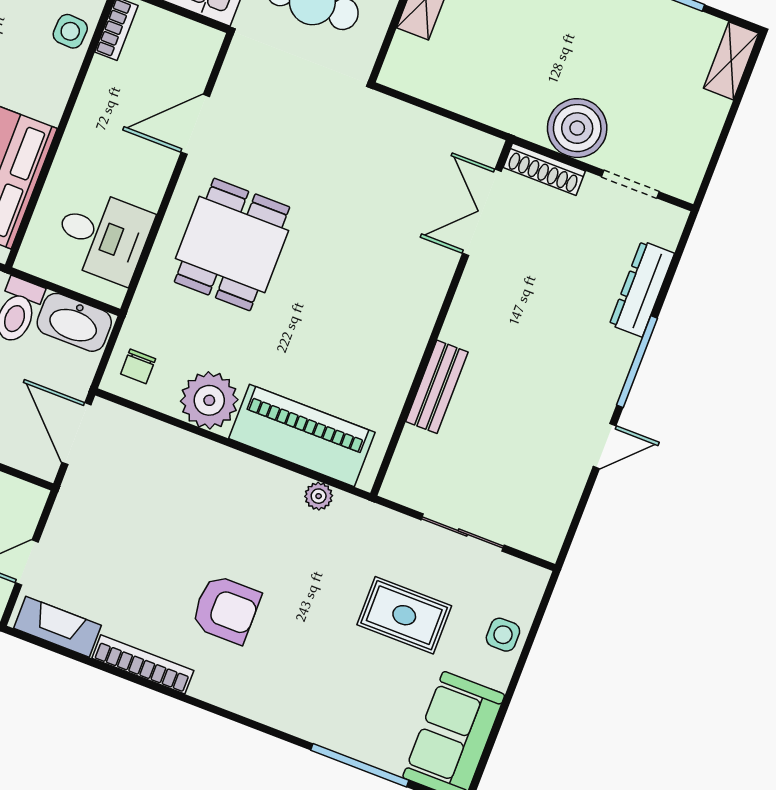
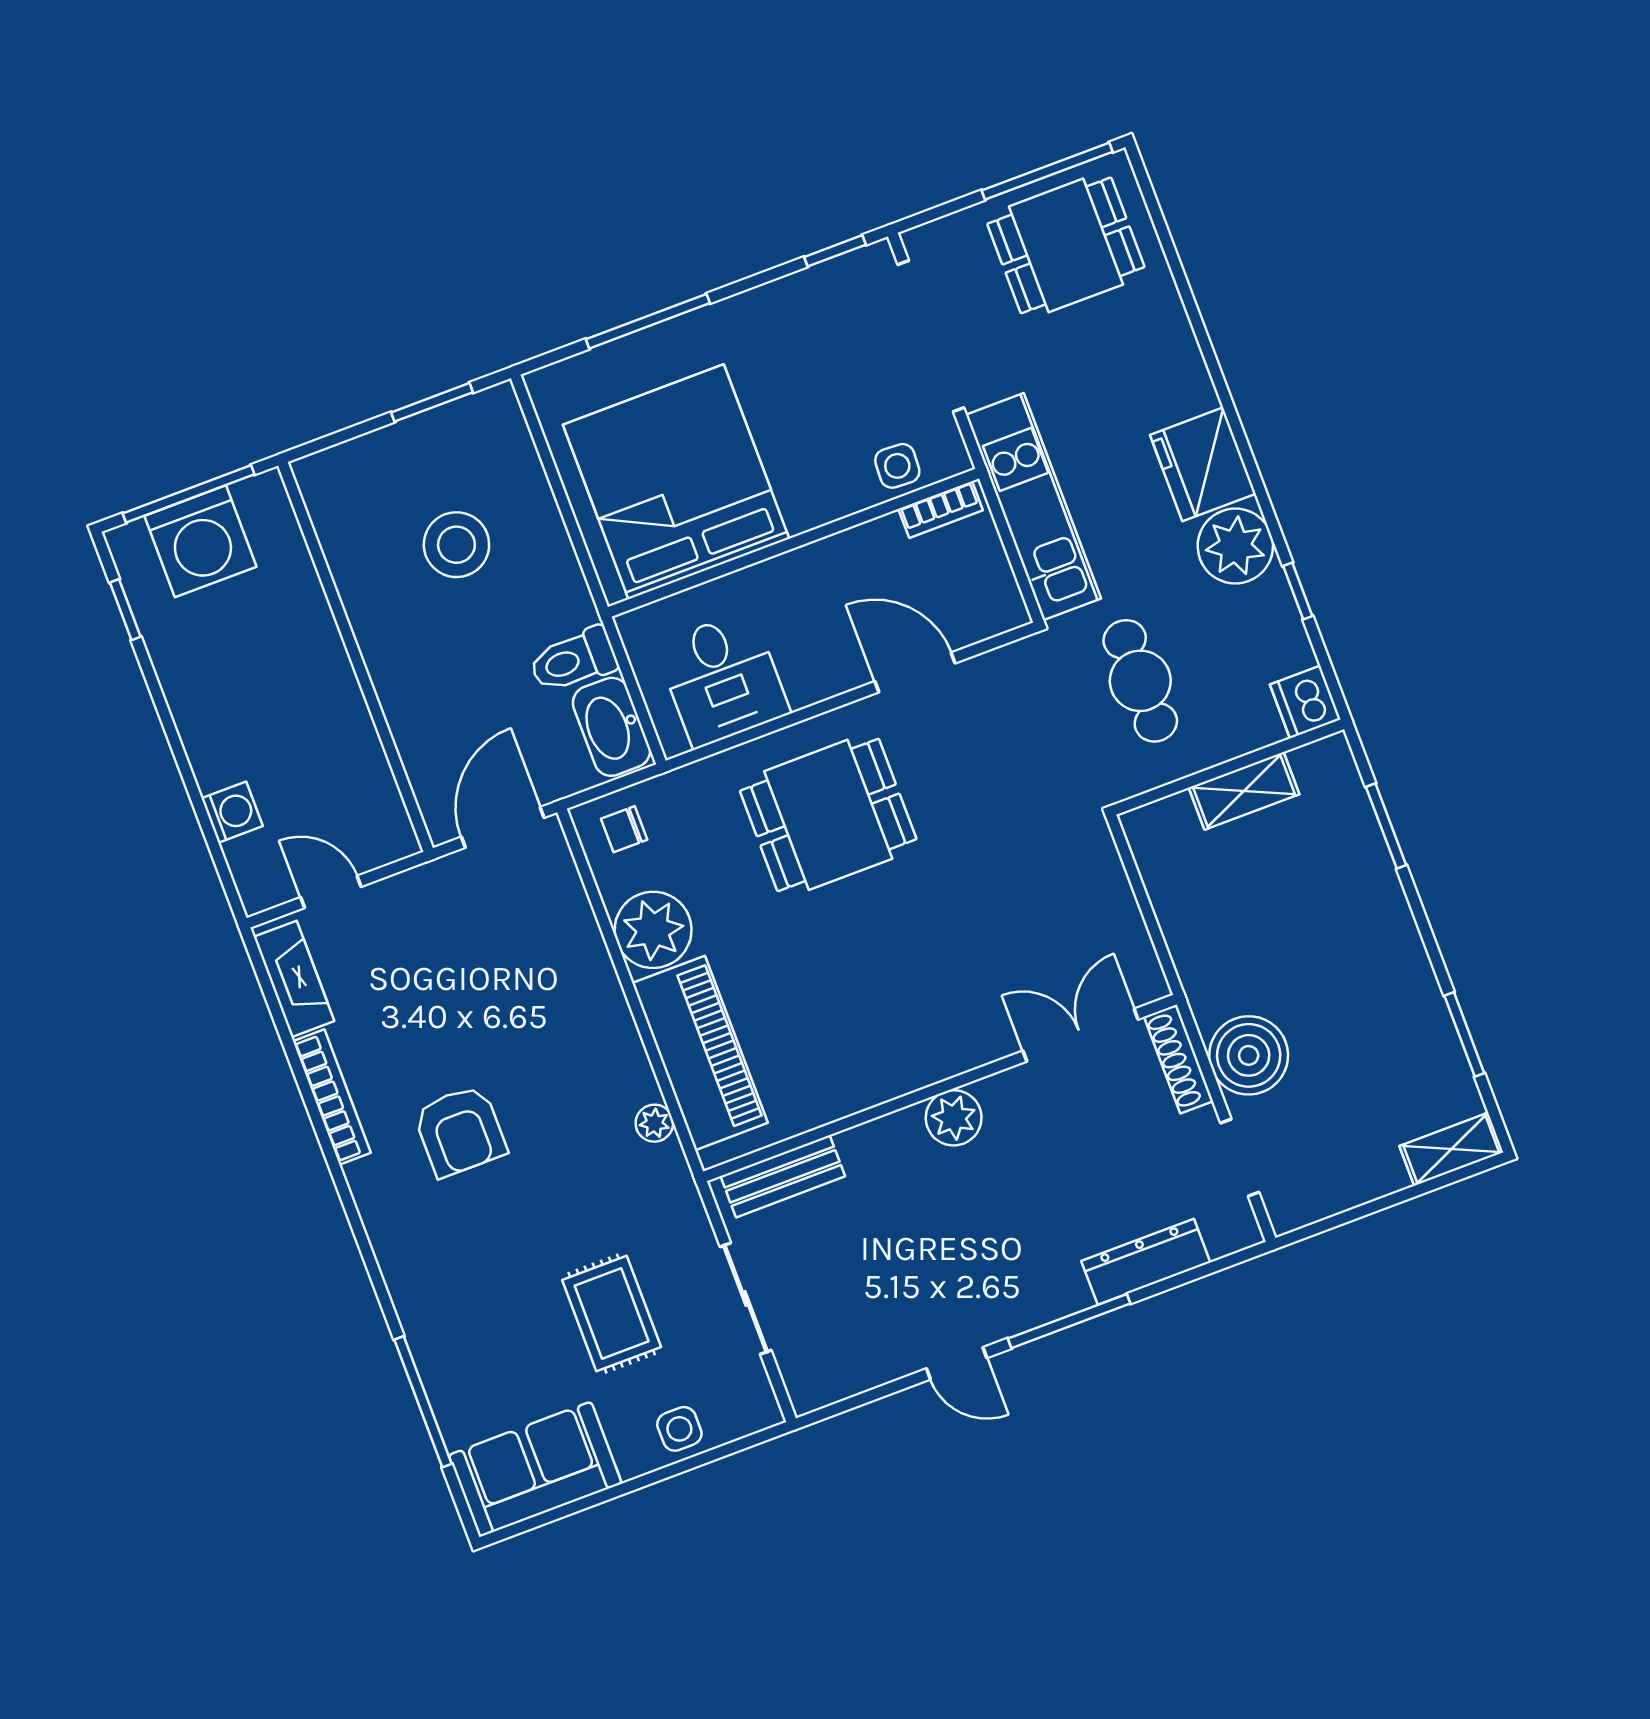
plant: (465, 325) -> (954, 1118), added
bench: (437, 387) -> (783, 1176), moved

